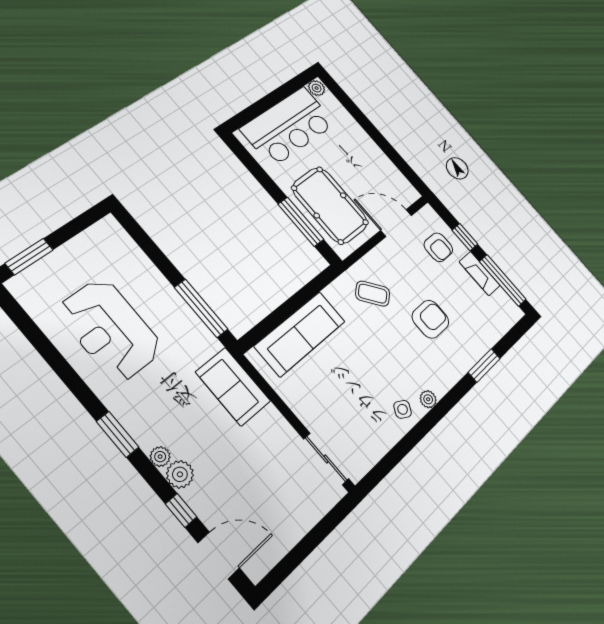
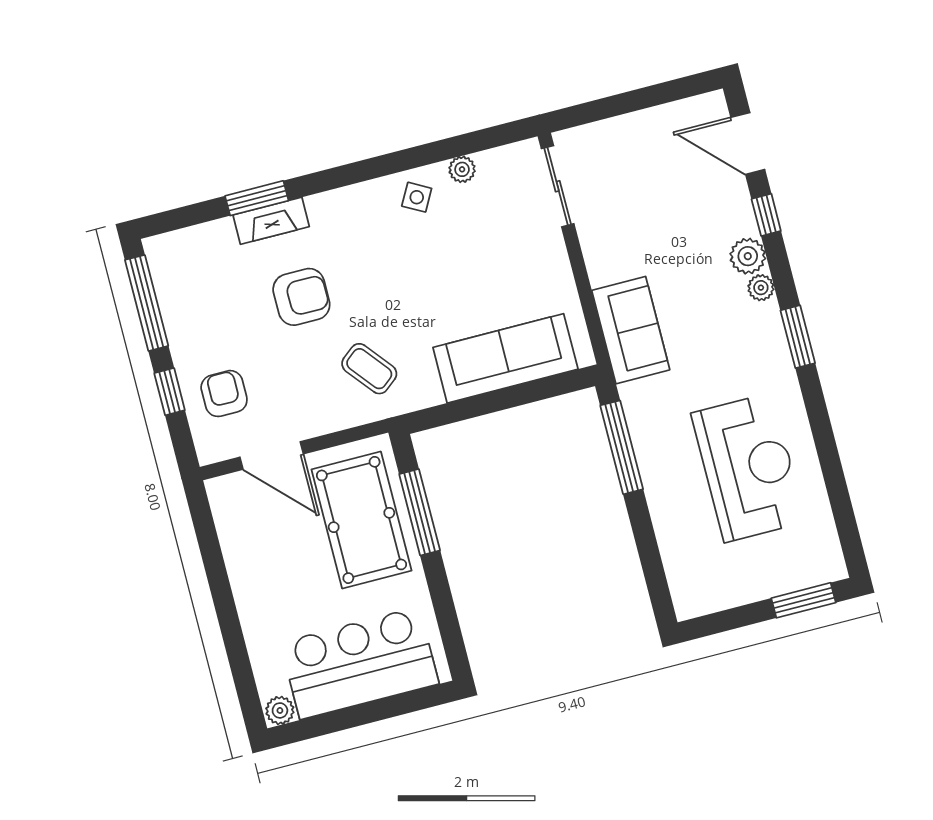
fireplace: (480, 274) -> (271, 221), moved, turned 90
armchair: (430, 319) -> (301, 297), turned 180
plant: (428, 399) -> (462, 169), moved

